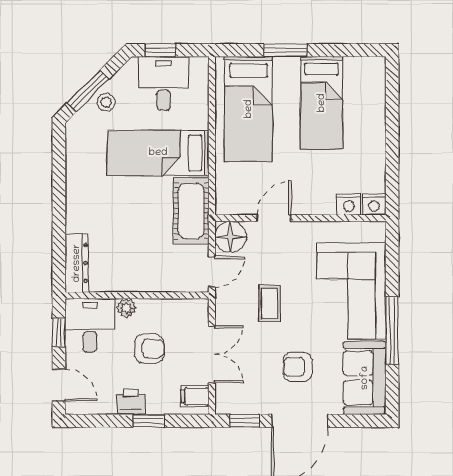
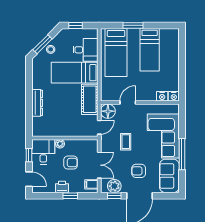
desk: (164, 83) -> (85, 50), moved, turned 90
dresser: (77, 263) -> (37, 103), moved
plant: (245, 400) -> (114, 186), added

